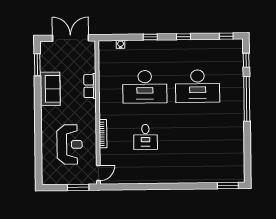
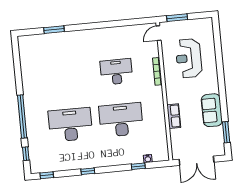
window: (150, 37) -> (138, 166), moved
desk: (145, 137) -> (116, 72), width x1.37
window: (228, 186) -> (54, 30), moved

